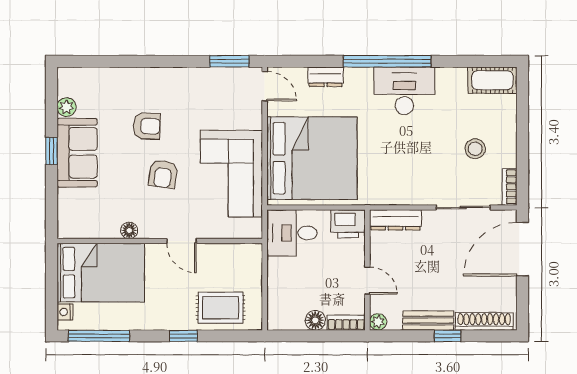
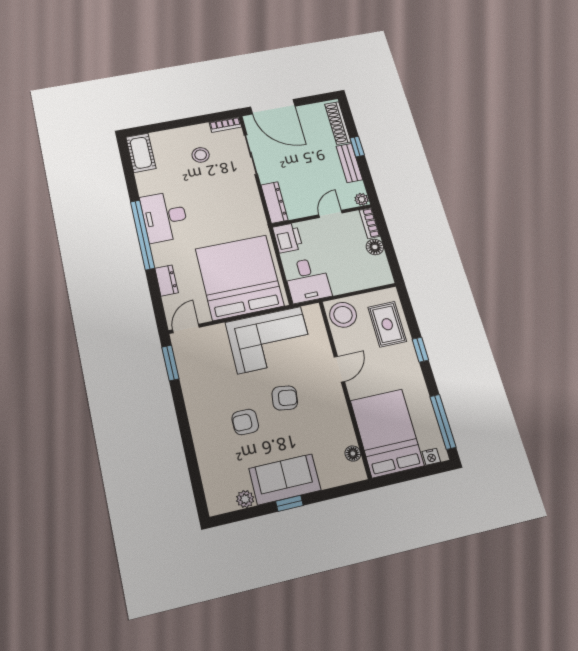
armchair: (147, 126) -> (245, 422), turned -92
floor lamp: (129, 230) -> (353, 453), moved
stool: (242, 262) -> (343, 315), added

